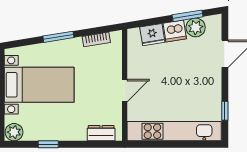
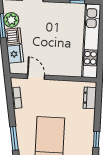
window: (58, 37) -> (14, 138), moved
door: (125, 91) -> (36, 77), moved

